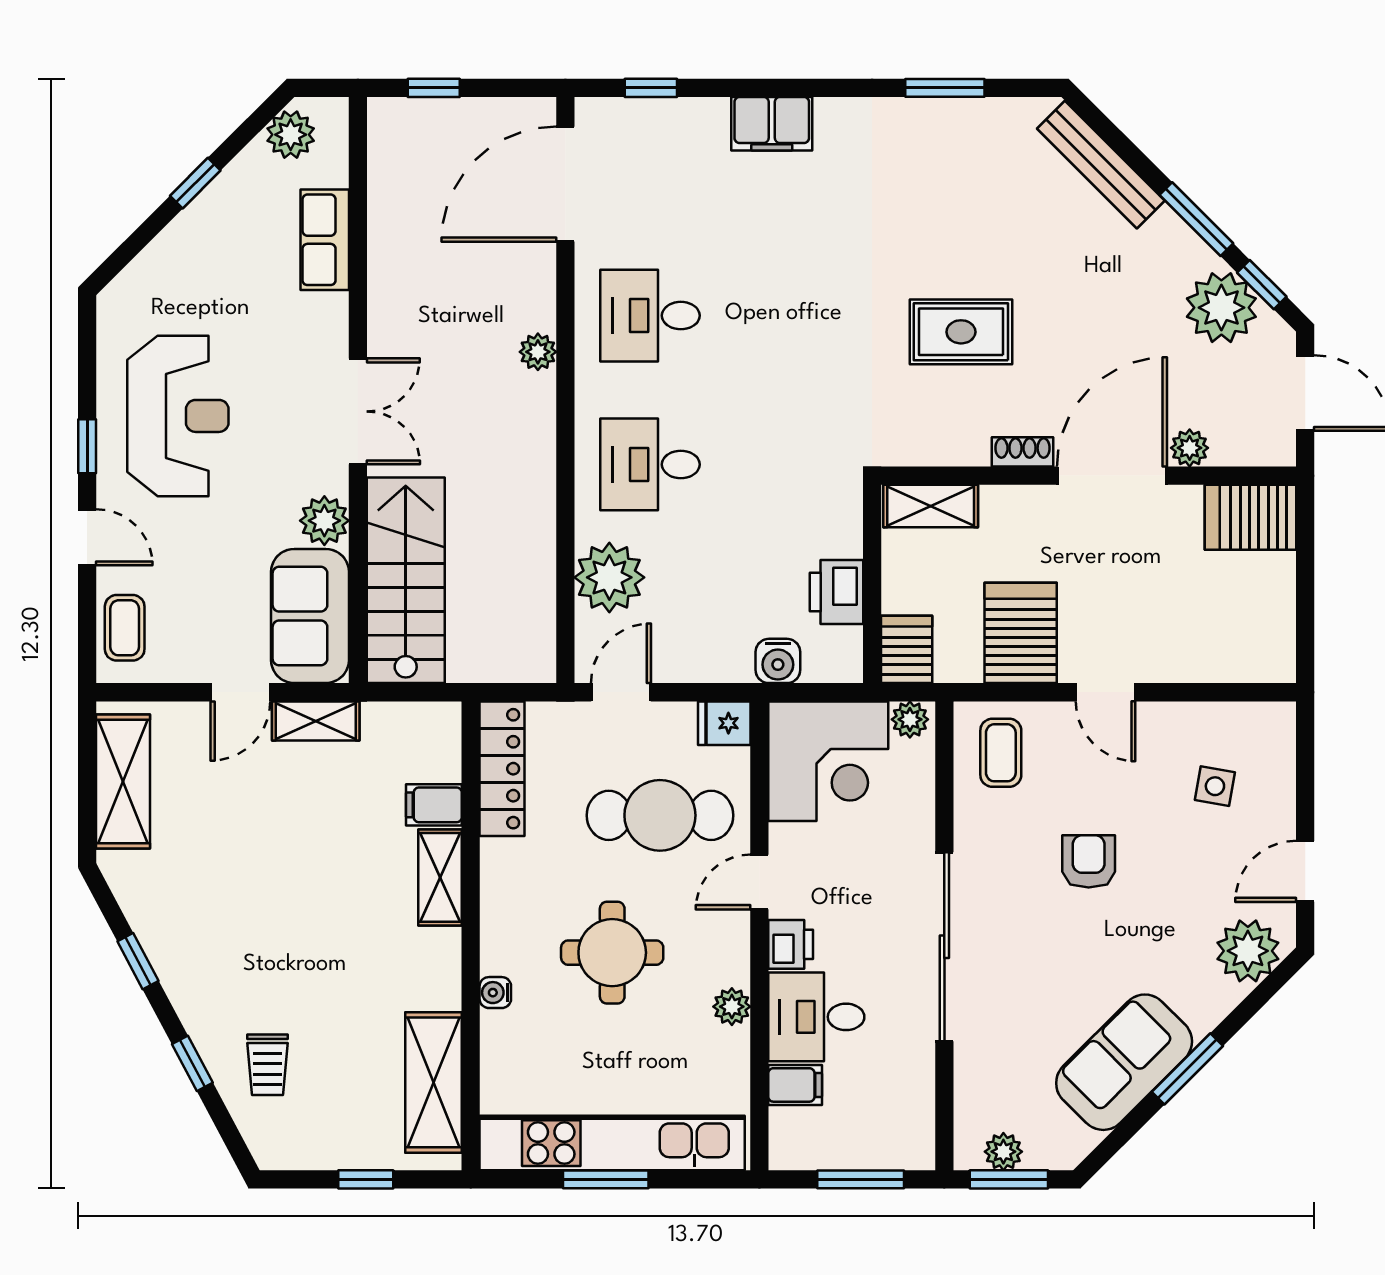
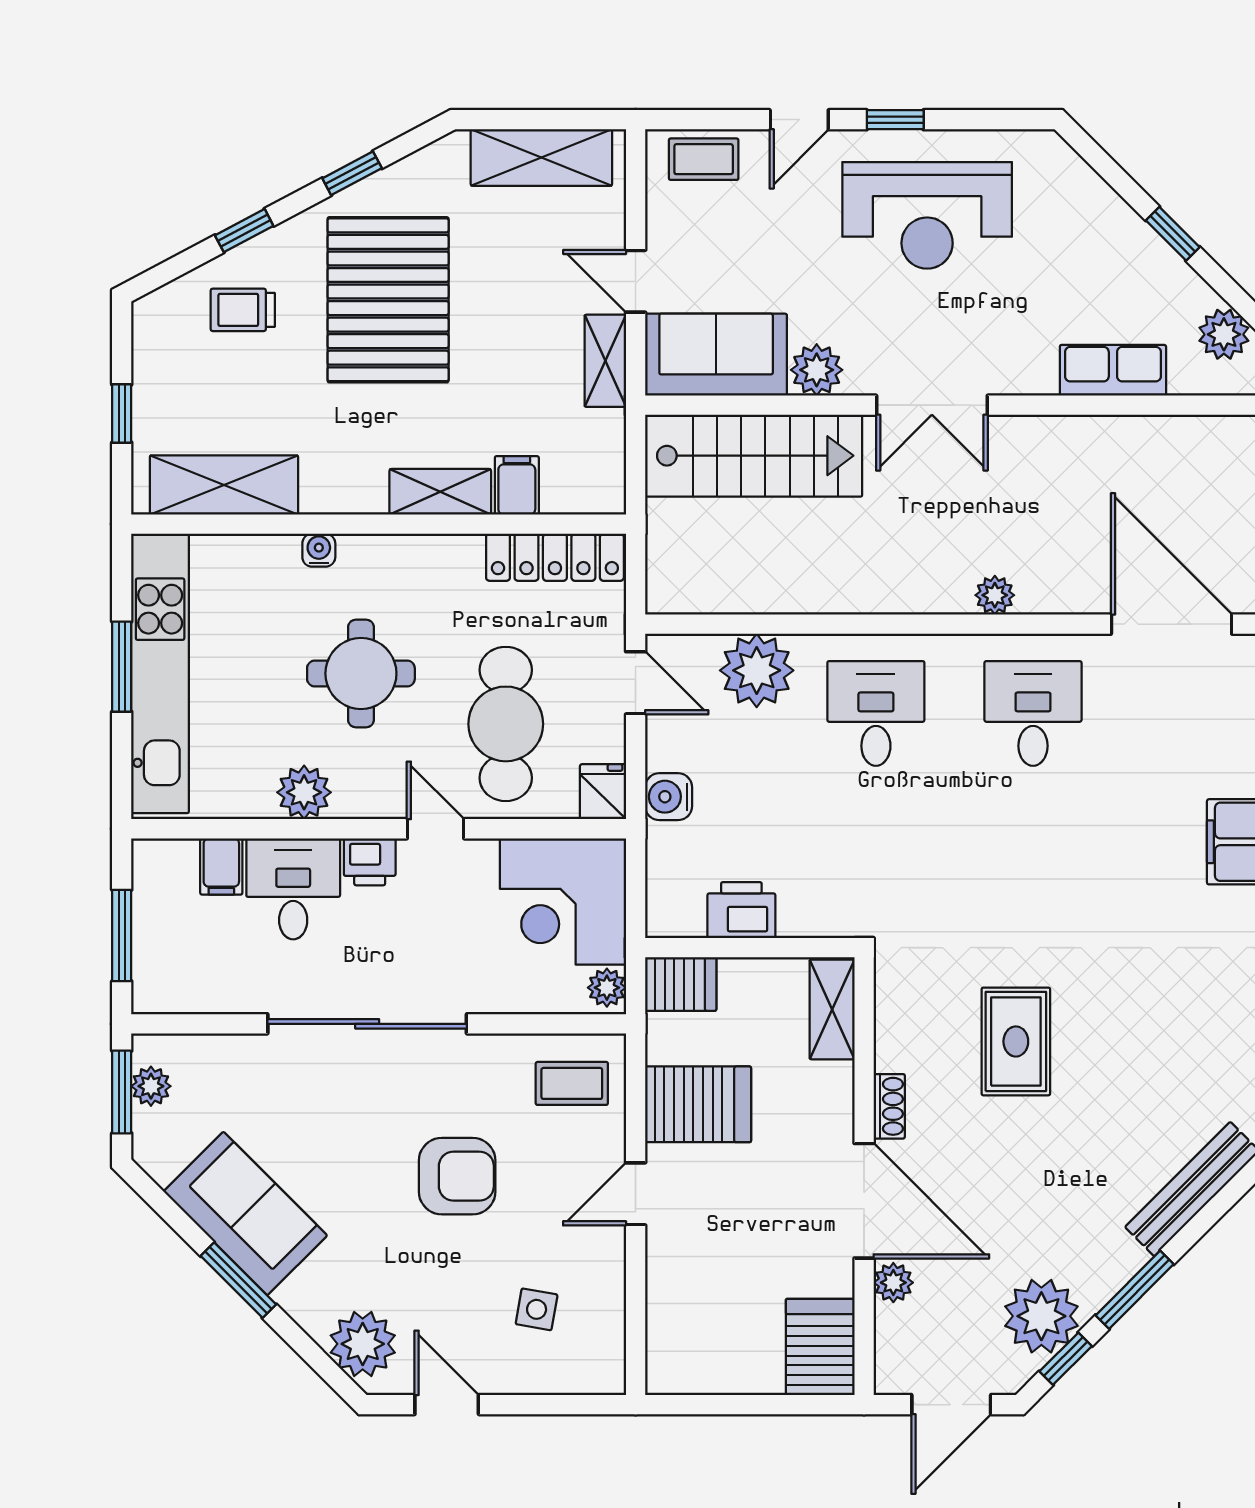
water cooler: (778, 661) -> (669, 797), moved
armchair: (1089, 861) -> (457, 1176), width x1.38, depth x1.38
pallet: (258, 927) -> (388, 300), added
plant: (732, 1007) -> (304, 792), width x1.38, depth x1.38

